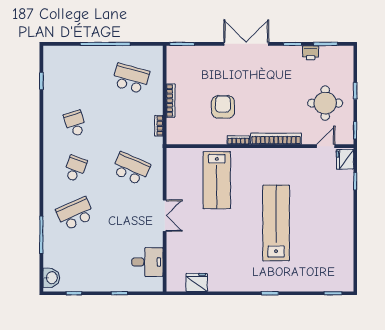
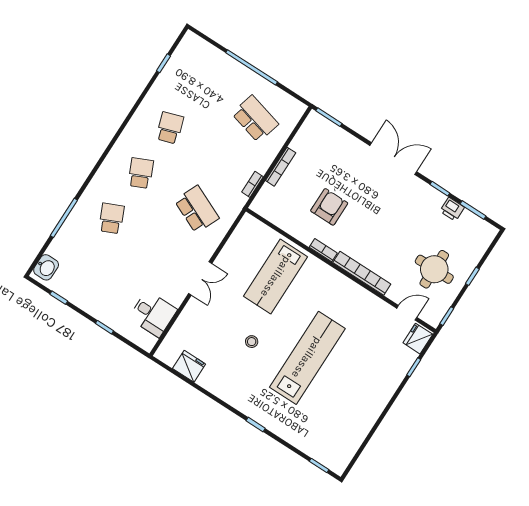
school desk: (75, 169) -> (141, 173), turned -45
school desk: (75, 214) -> (111, 218), width x0.54
stool: (229, 237) -> (252, 342), added

